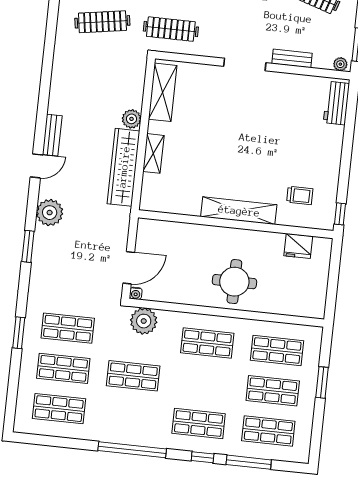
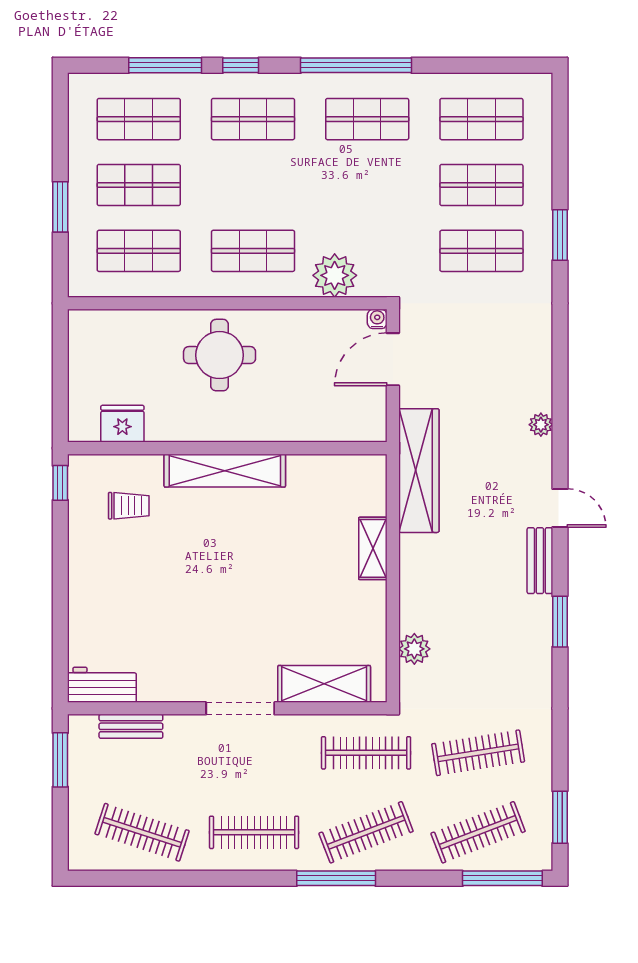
bench: (292, 58) -> (131, 726), moved
plant: (340, 64) -> (86, 725), removed
shelving: (163, 92) -> (324, 684), moved, turned 90
workbench: (336, 103) -> (102, 685), moved, turned -90
plant: (132, 119) -> (414, 649), moved
door: (37, 166) -> (560, 508), swing flipped
wardrobe: (124, 167) -> (419, 471), moved
trolley: (300, 195) -> (129, 506), turned 180
plant: (50, 213) -> (541, 425), width x0.53, depth x0.53
window: (28, 246) -> (560, 622), moved
plant: (144, 321) -> (335, 275), moved
shop shelf: (133, 376) -> (367, 119), moved

